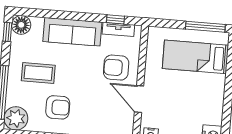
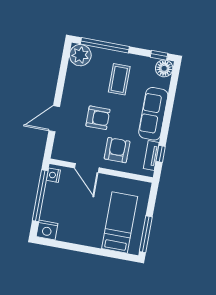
door: (139, 99) -> (87, 168), swing flipped
armchair: (58, 107) -> (98, 118), moved, turned -90

